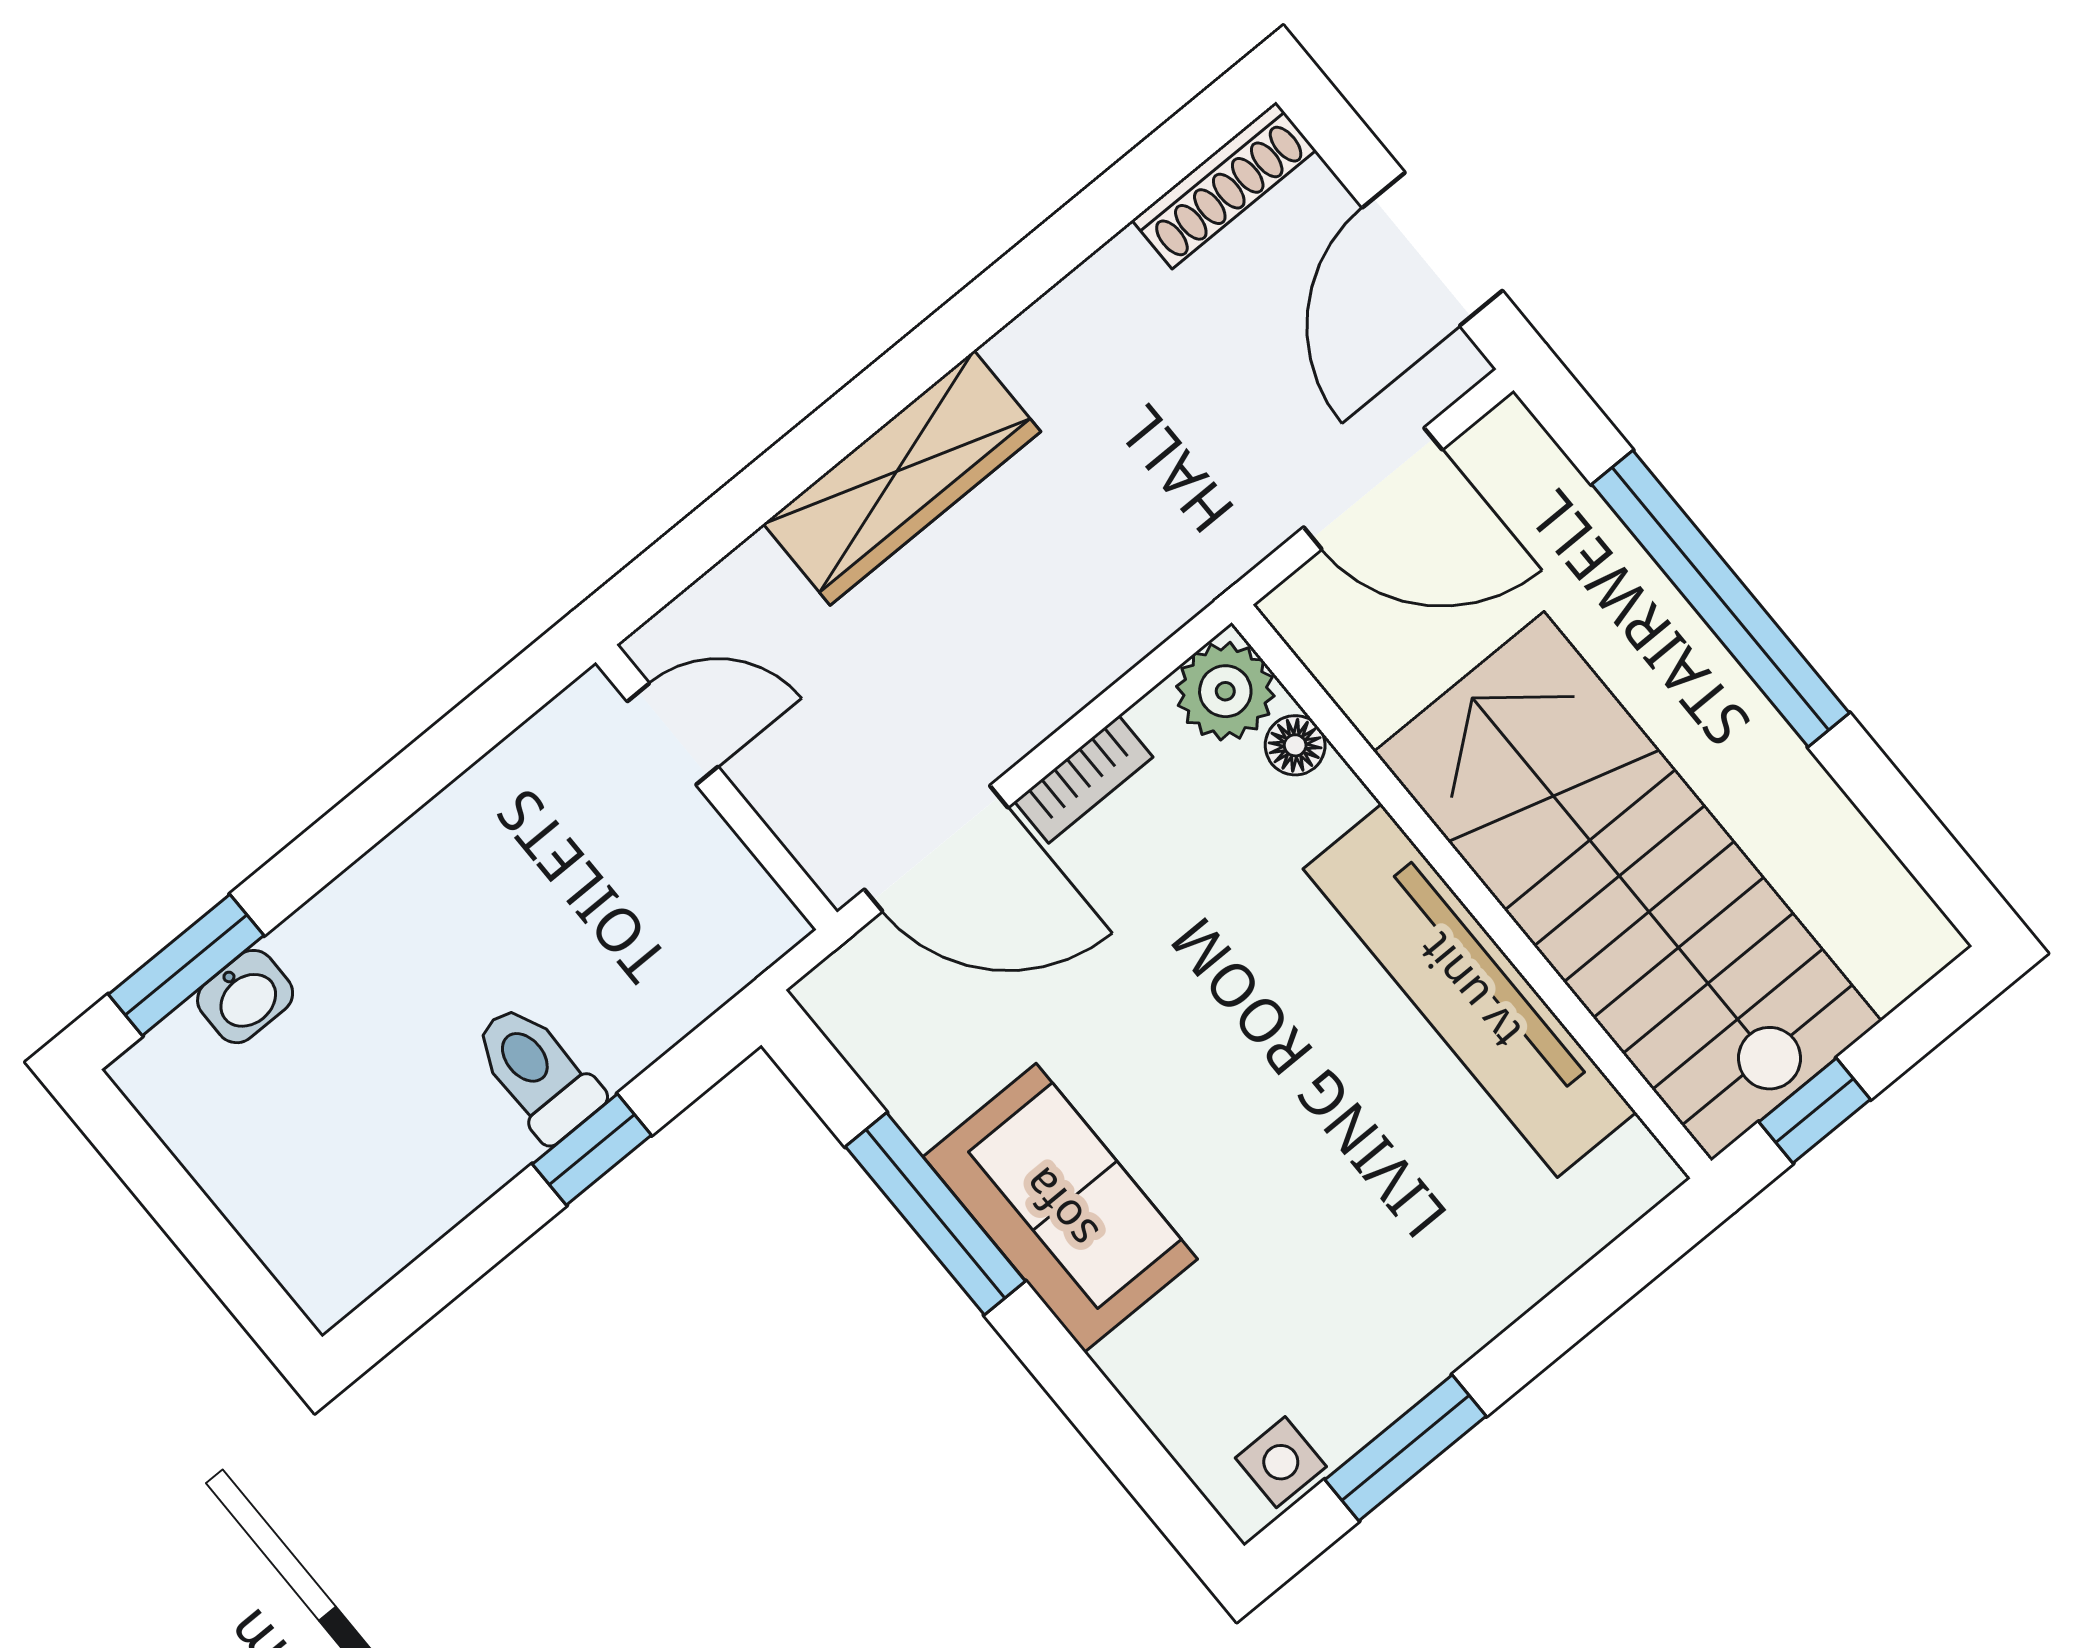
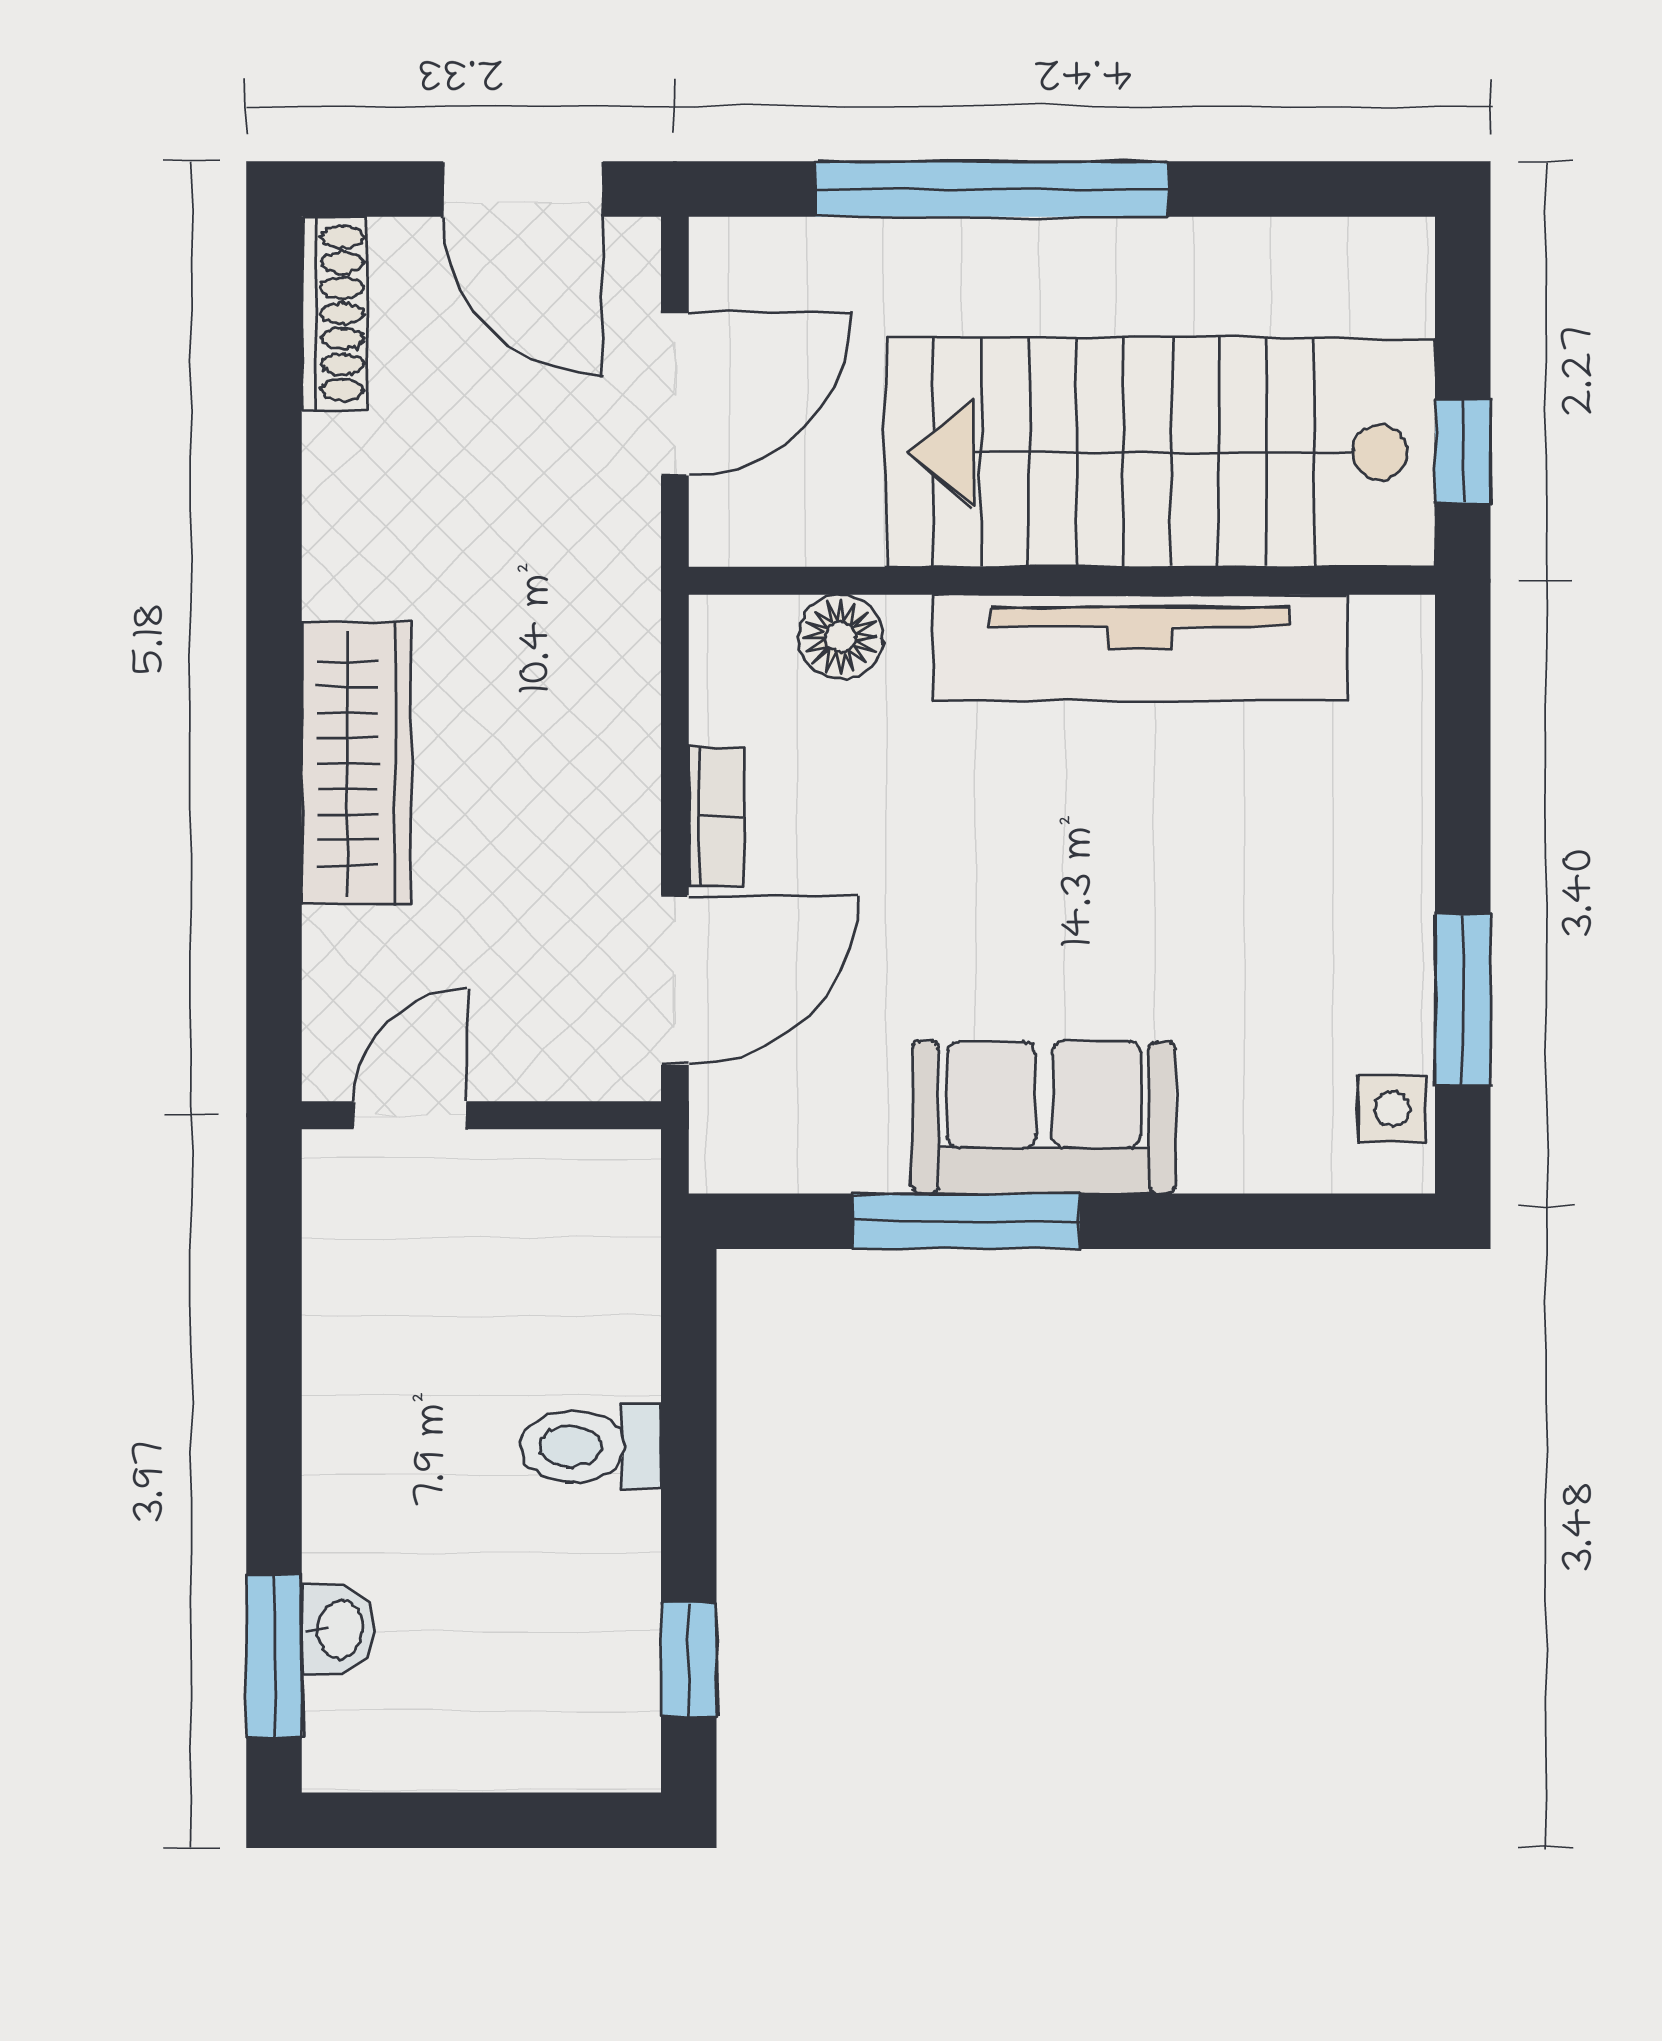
plant: (1225, 691) -> (740, 646), removed
floor lamp: (1295, 745) -> (840, 637), width x1.37, depth x1.37
window: (592, 1150) -> (689, 1660), moved

